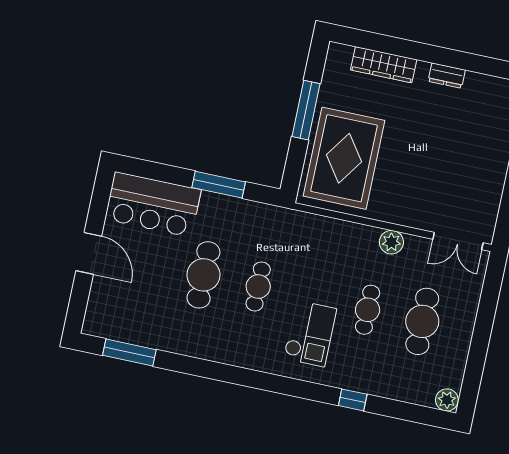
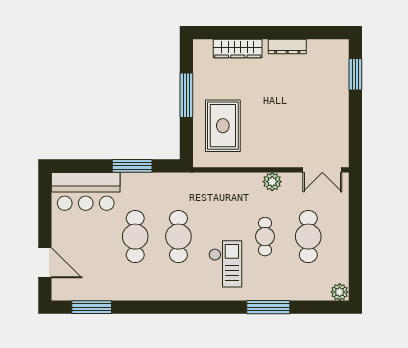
dresser: (447, 76) -> (287, 47), width x1.44
rug: (344, 158) -> (223, 126), width x0.73, depth x0.69
door: (89, 253) -> (45, 263), moved
cafe table: (258, 286) -> (178, 237), width x1.37, depth x1.35
window: (353, 400) -> (268, 307), width x2.17

